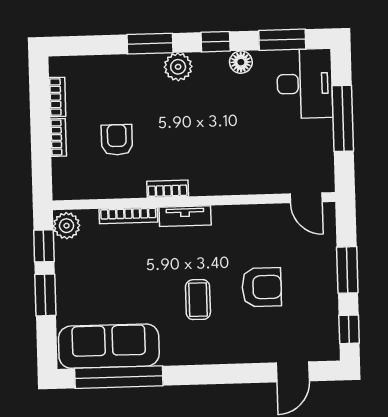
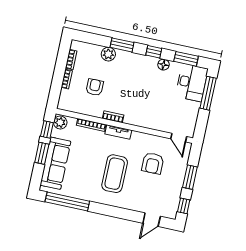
plant: (178, 67) -> (108, 54), moved
window: (343, 118) -> (208, 93), moved
armchair: (262, 287) -> (153, 163), moved, turned 90
coffee table: (198, 300) -> (115, 174), width x1.86, depth x1.72
sofa: (109, 346) -> (55, 163), moved, turned 90

